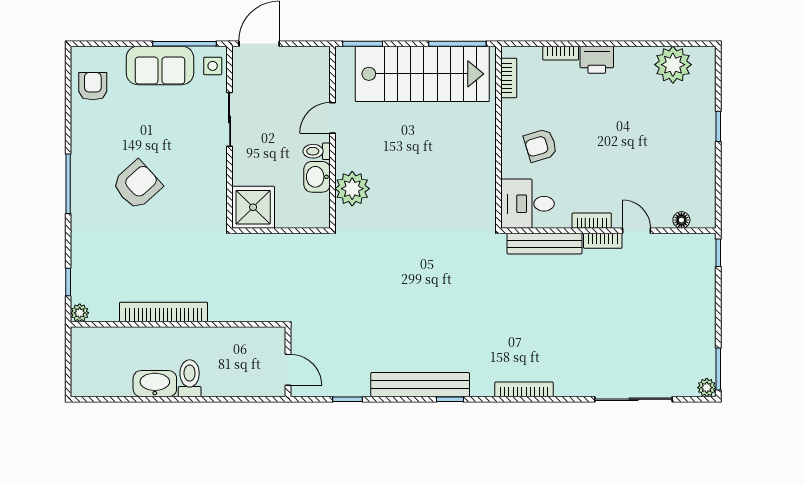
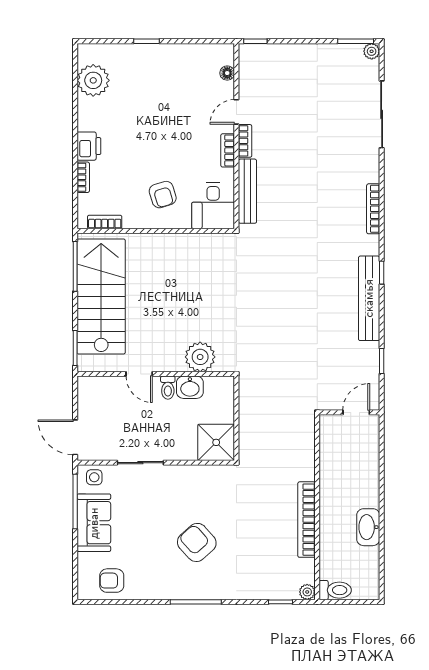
toilet: (190, 378) -> (335, 590), moved, turned 180

